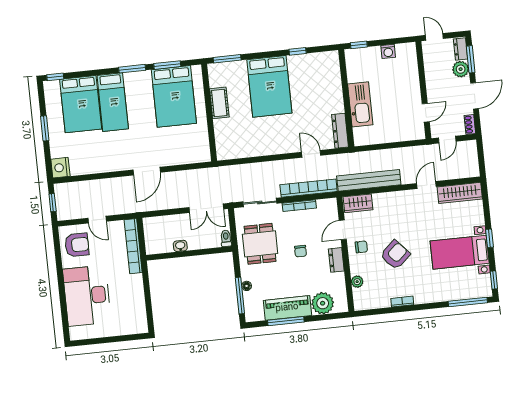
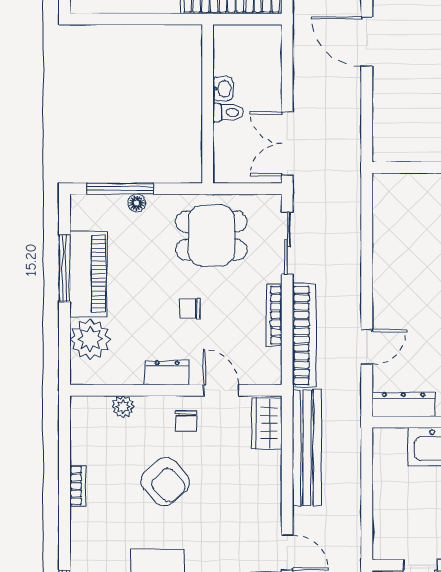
toilet: (226, 238) -> (228, 112), moved

